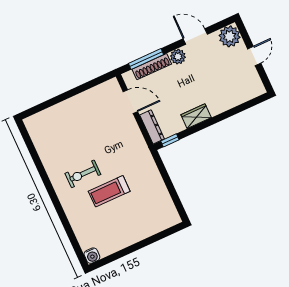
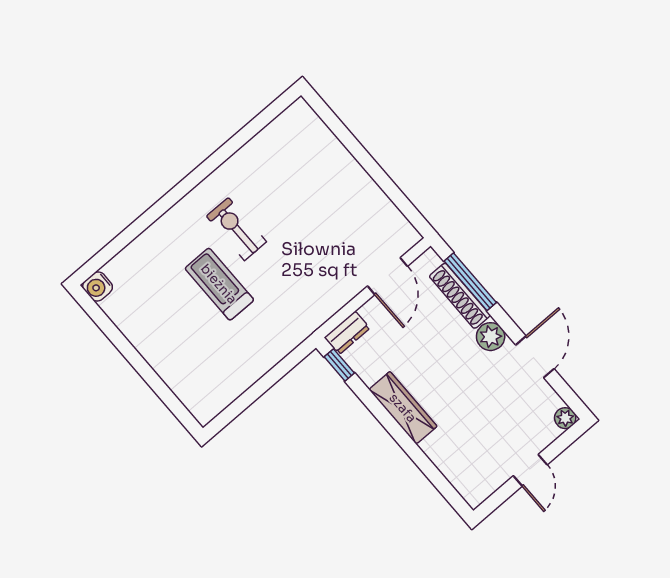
plant: (230, 36) -> (565, 418), width x0.53, depth x0.53
door: (254, 56) -> (530, 470), hinge flipped
wardrobe: (196, 116) -> (403, 408), width x1.50
dresser: (152, 127) -> (347, 333), width x0.70

